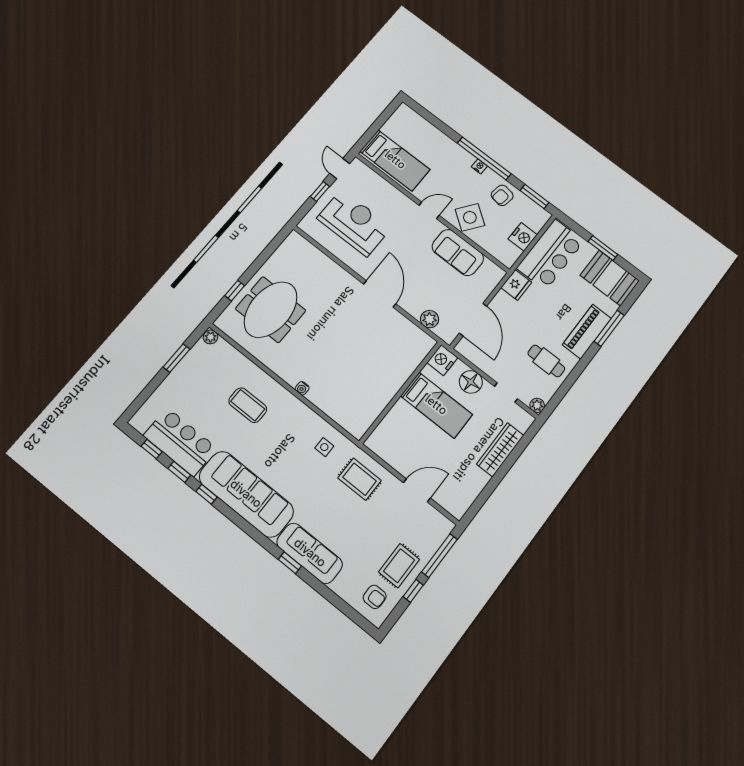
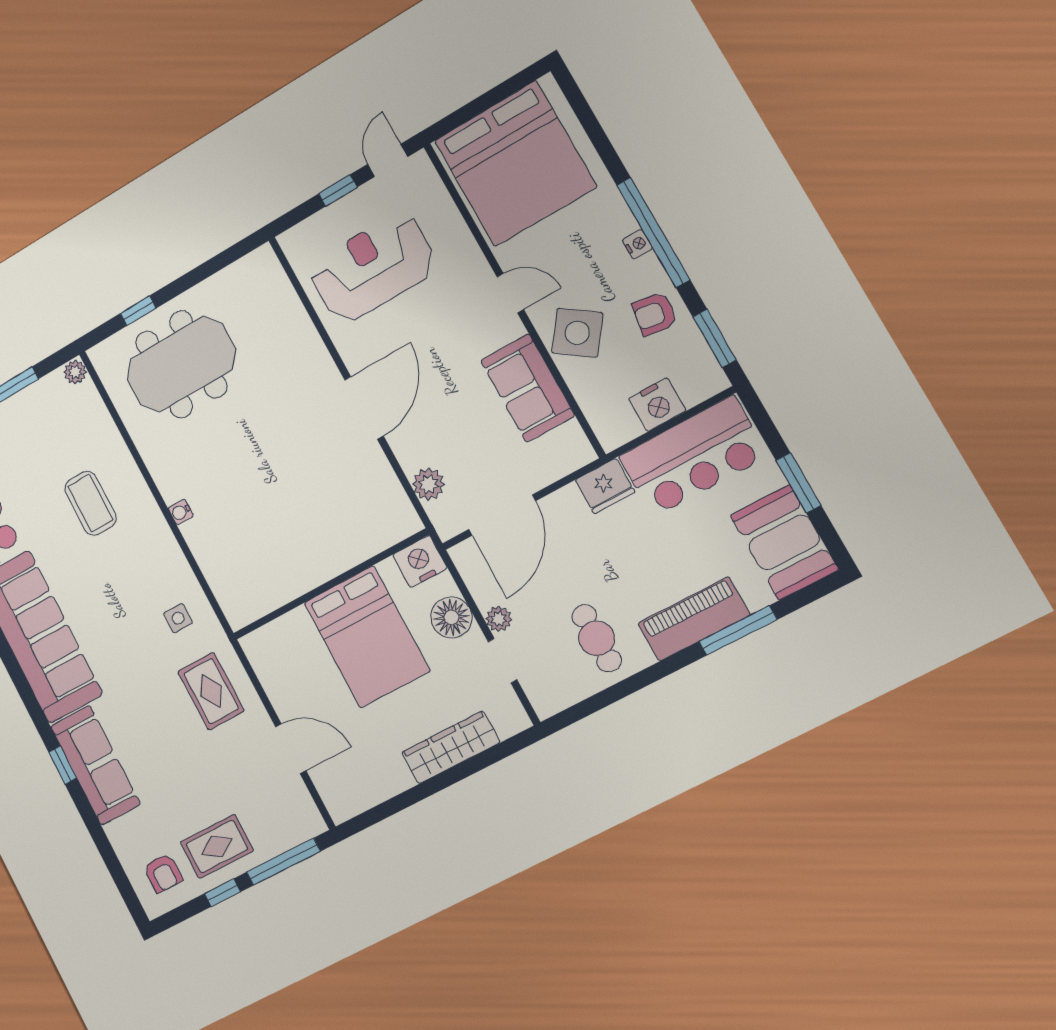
bed: (395, 160) -> (515, 164), width x2.04
reception desk: (354, 223) -> (373, 268), turned -90
bed: (436, 405) -> (367, 637), width x1.50
plant: (537, 405) -> (499, 619), moved

